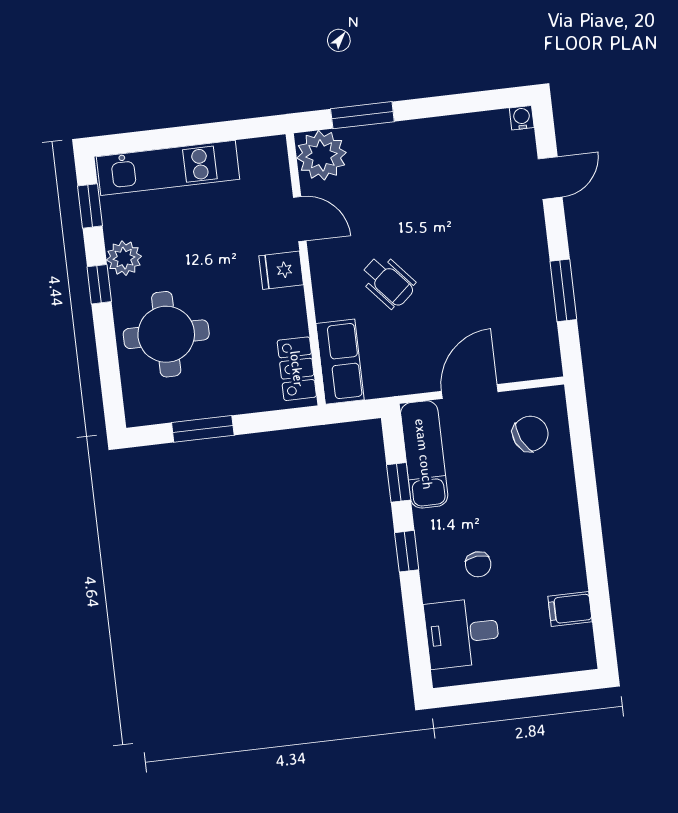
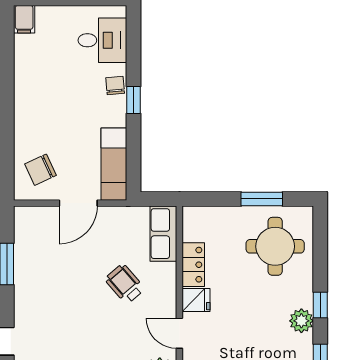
round table: (166, 334) -> (275, 246), moved
locker: (297, 369) -> (193, 265), moved
window: (399, 482) -> (133, 147), removed
chair: (478, 564) -> (115, 85), moved
filing cabinet: (570, 609) -> (24, 19), moved, turned 90

